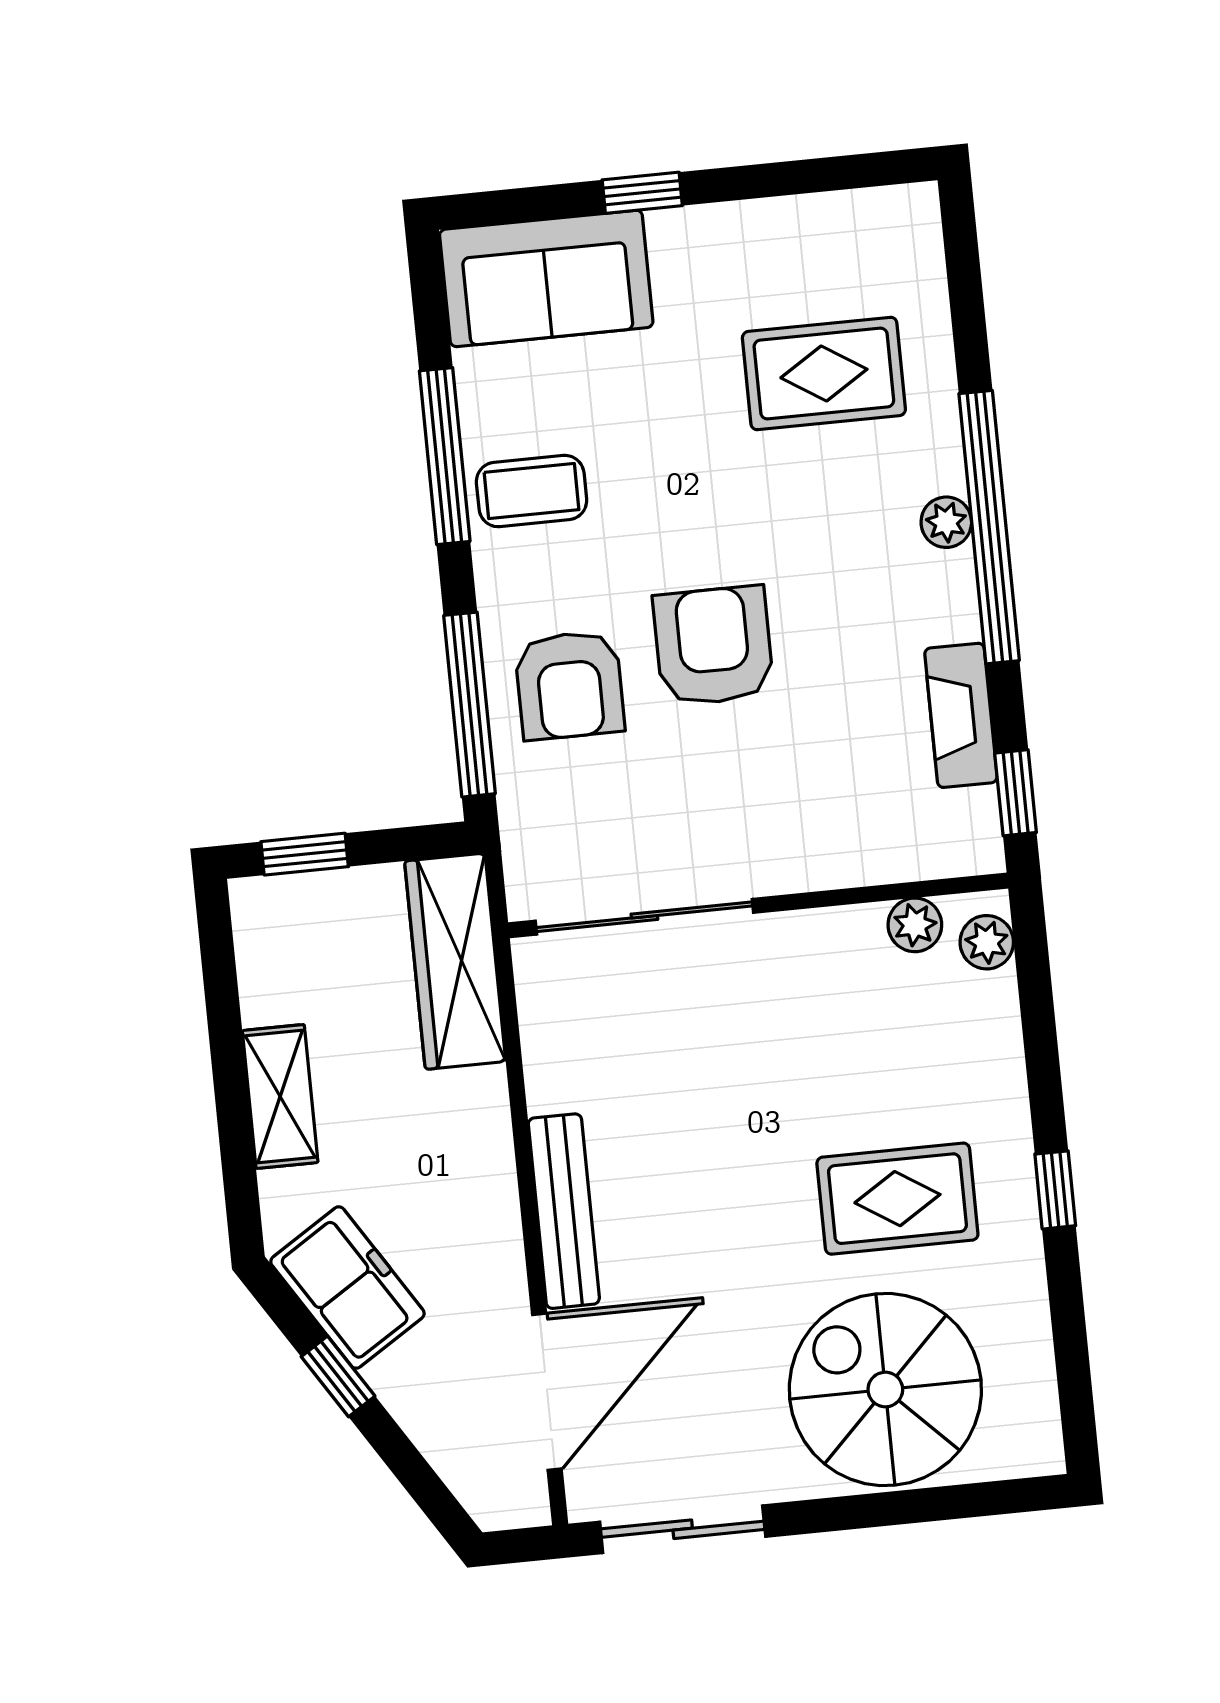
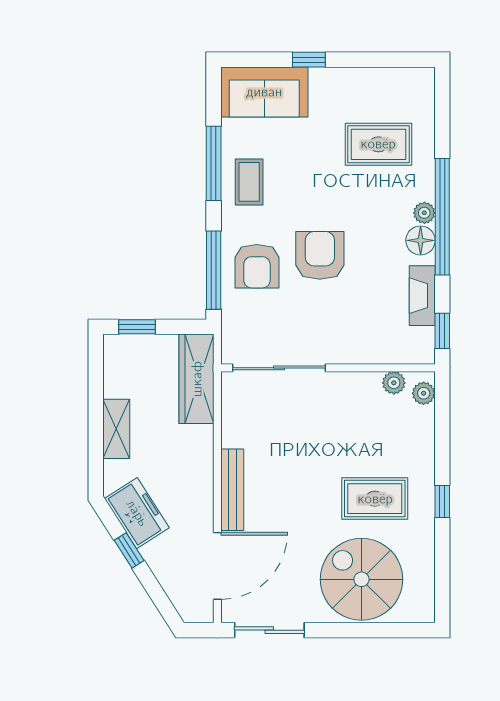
coffee table: (532, 491) -> (249, 182), turned 90
floor lamp: (944, 587) -> (421, 240), added

